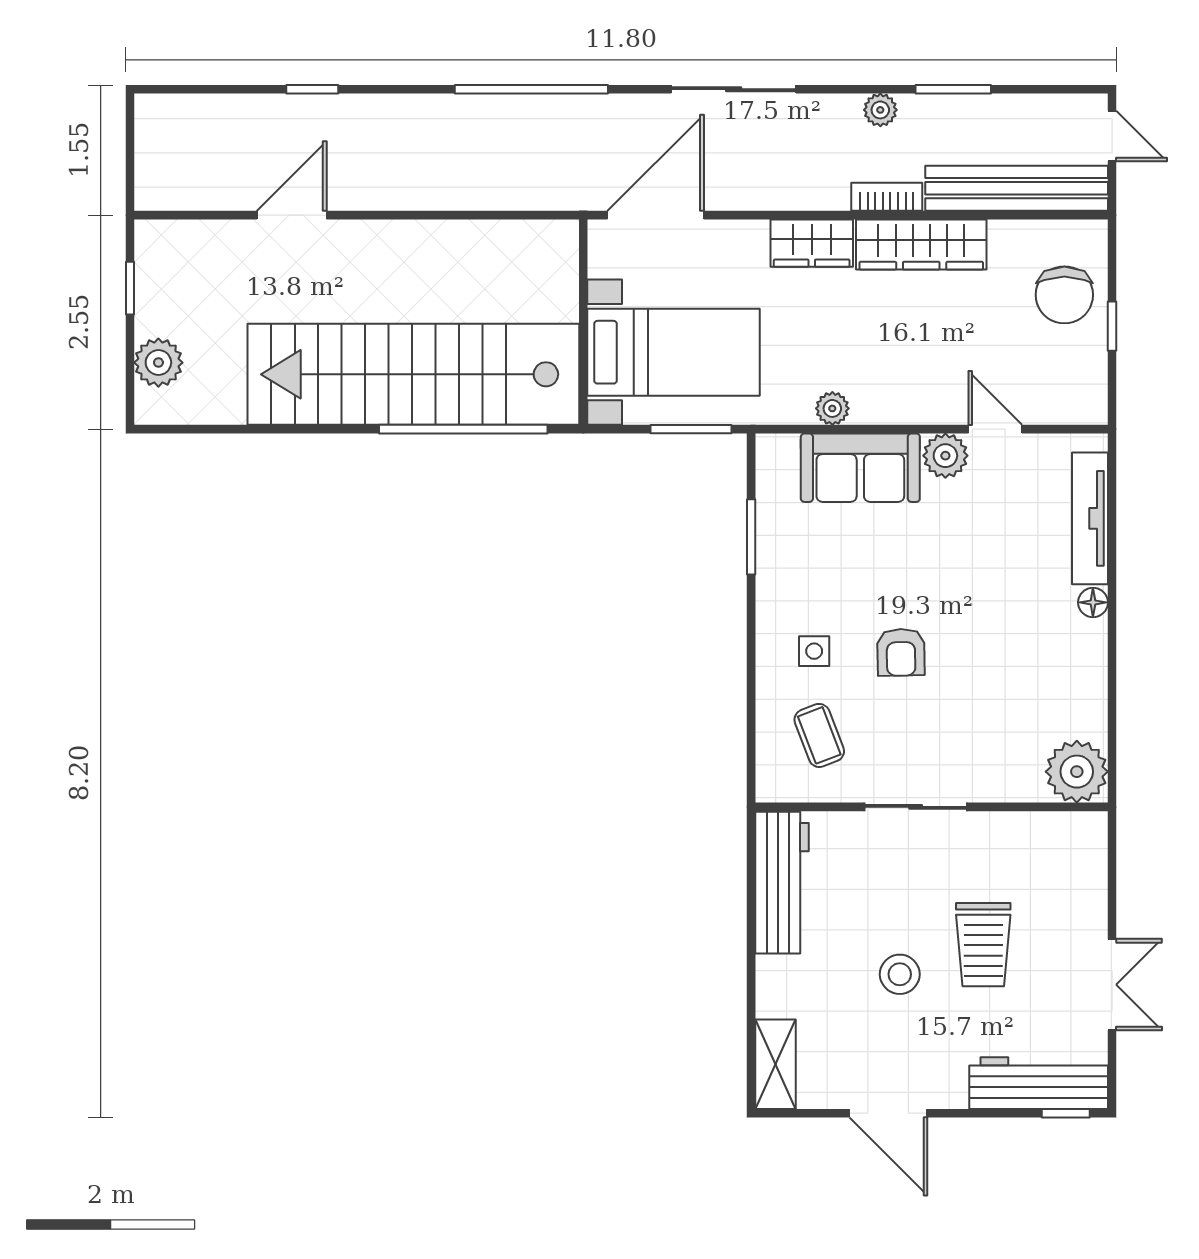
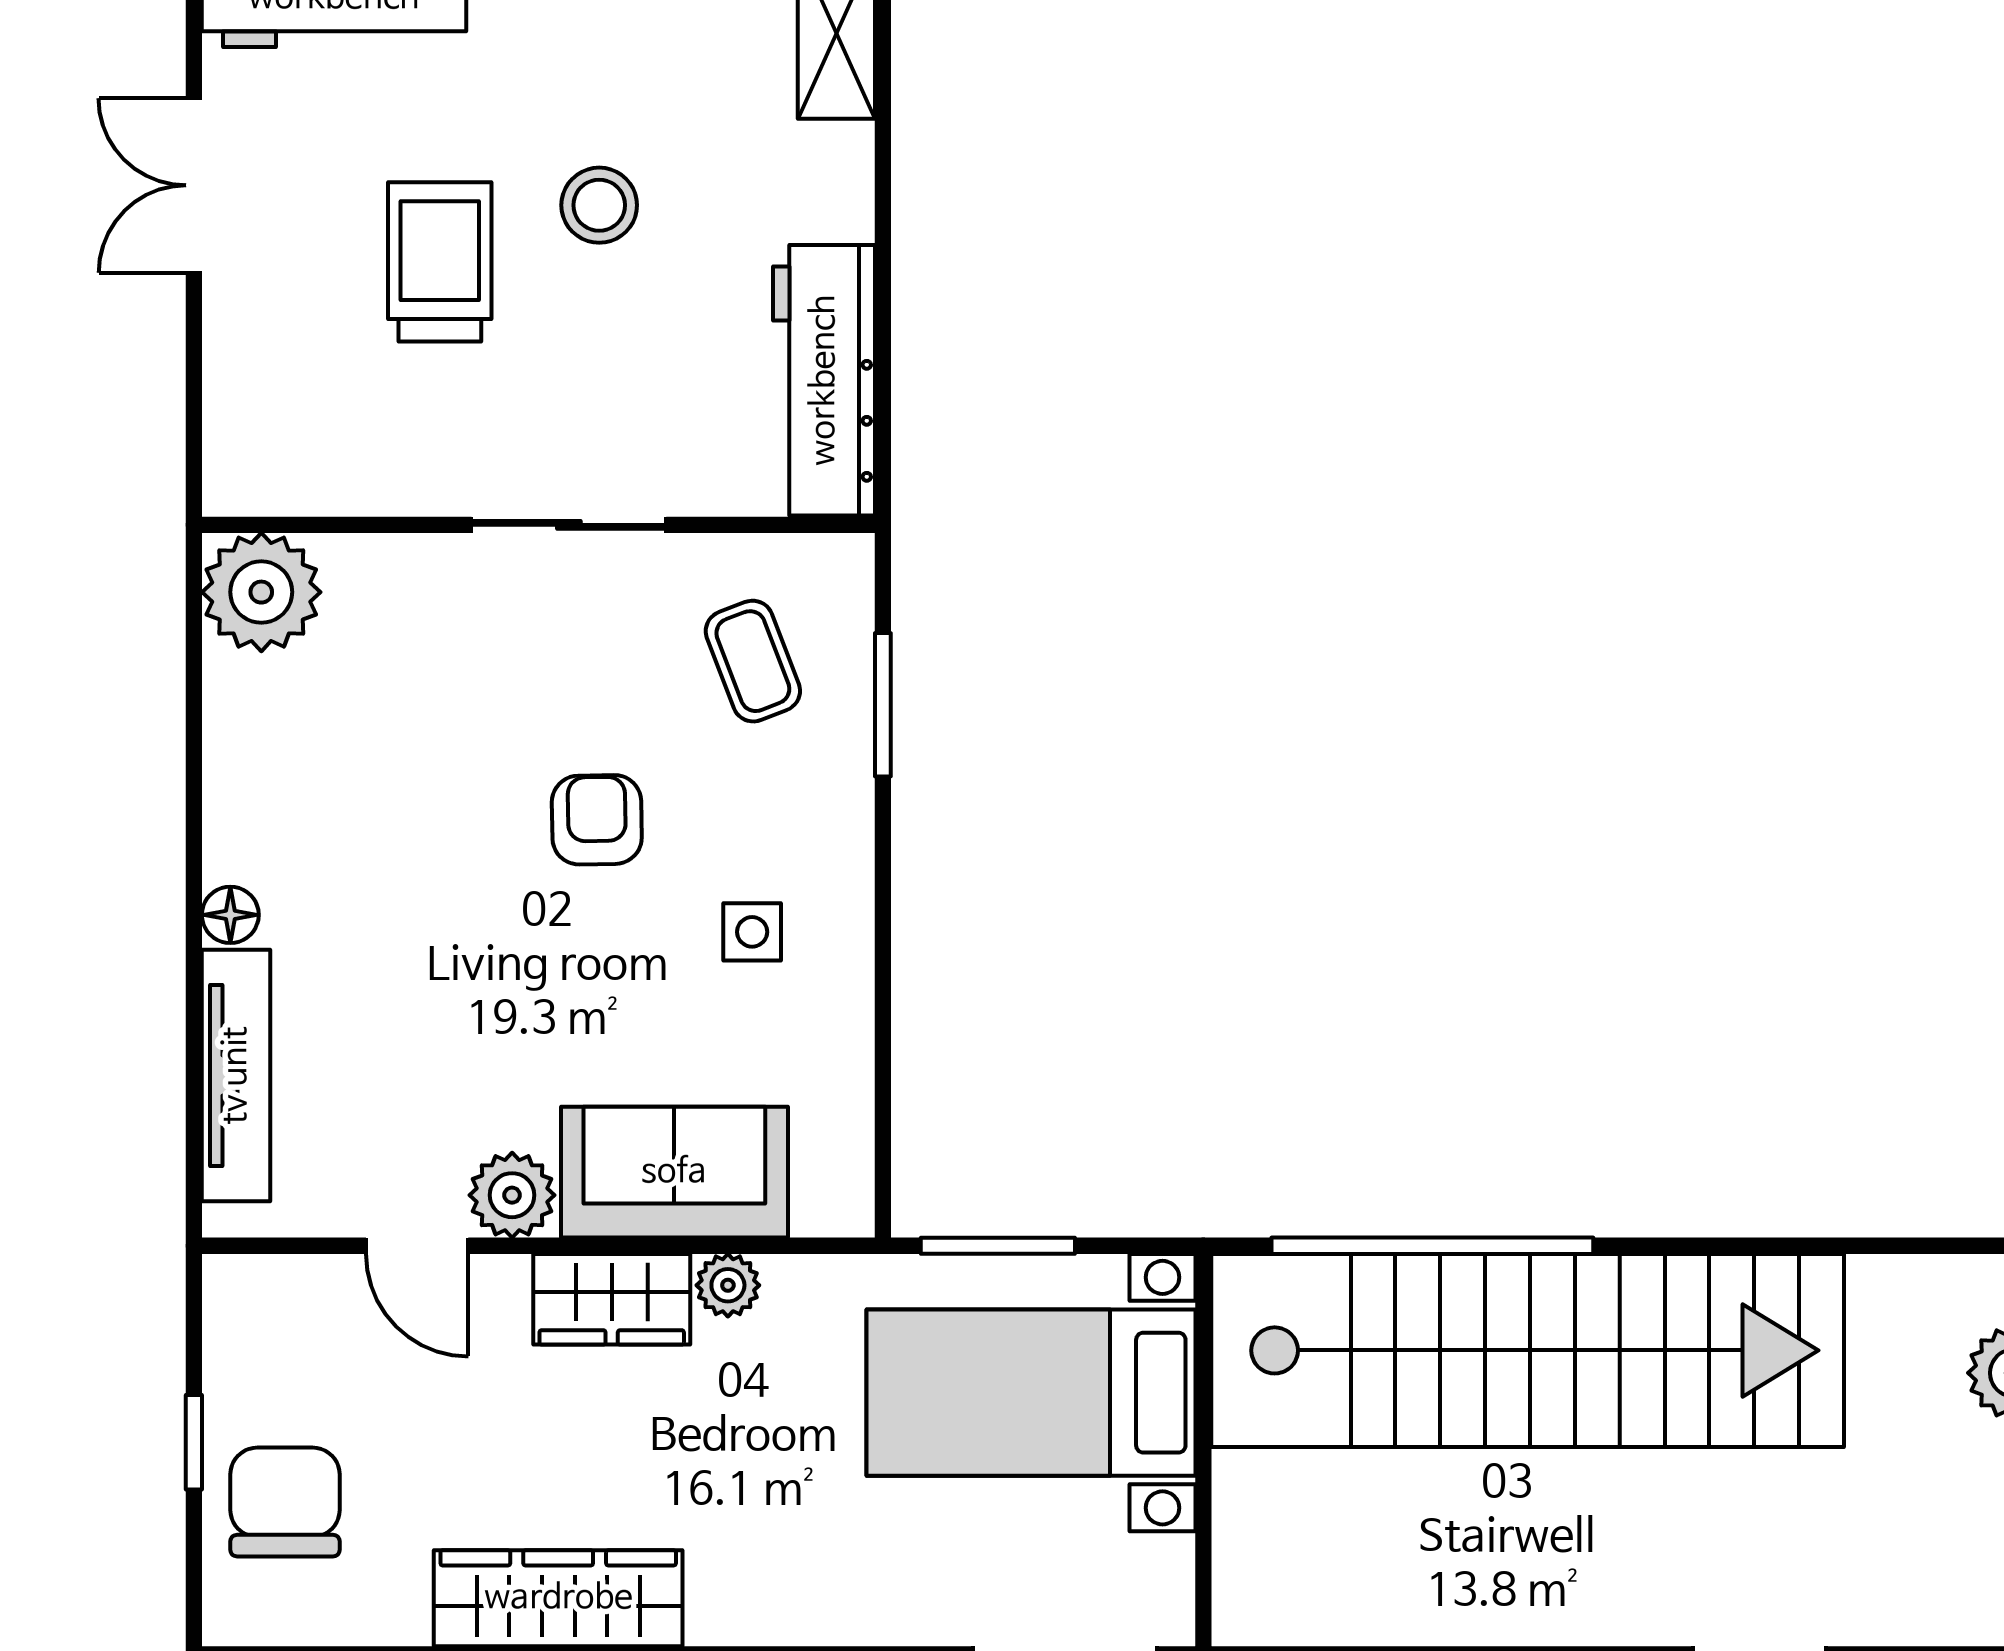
wardrobe: (812, 243) -> (612, 1299), moved, turned 180
window: (751, 537) -> (883, 705), moved
side table: (814, 651) -> (752, 932), moved

